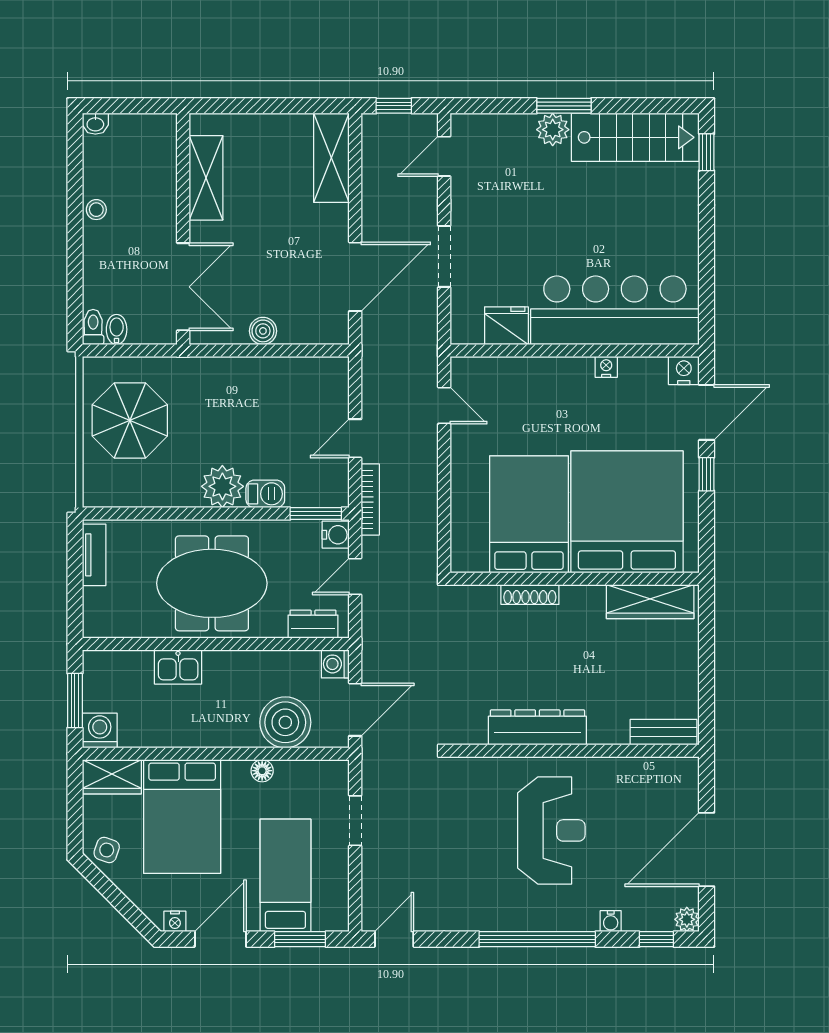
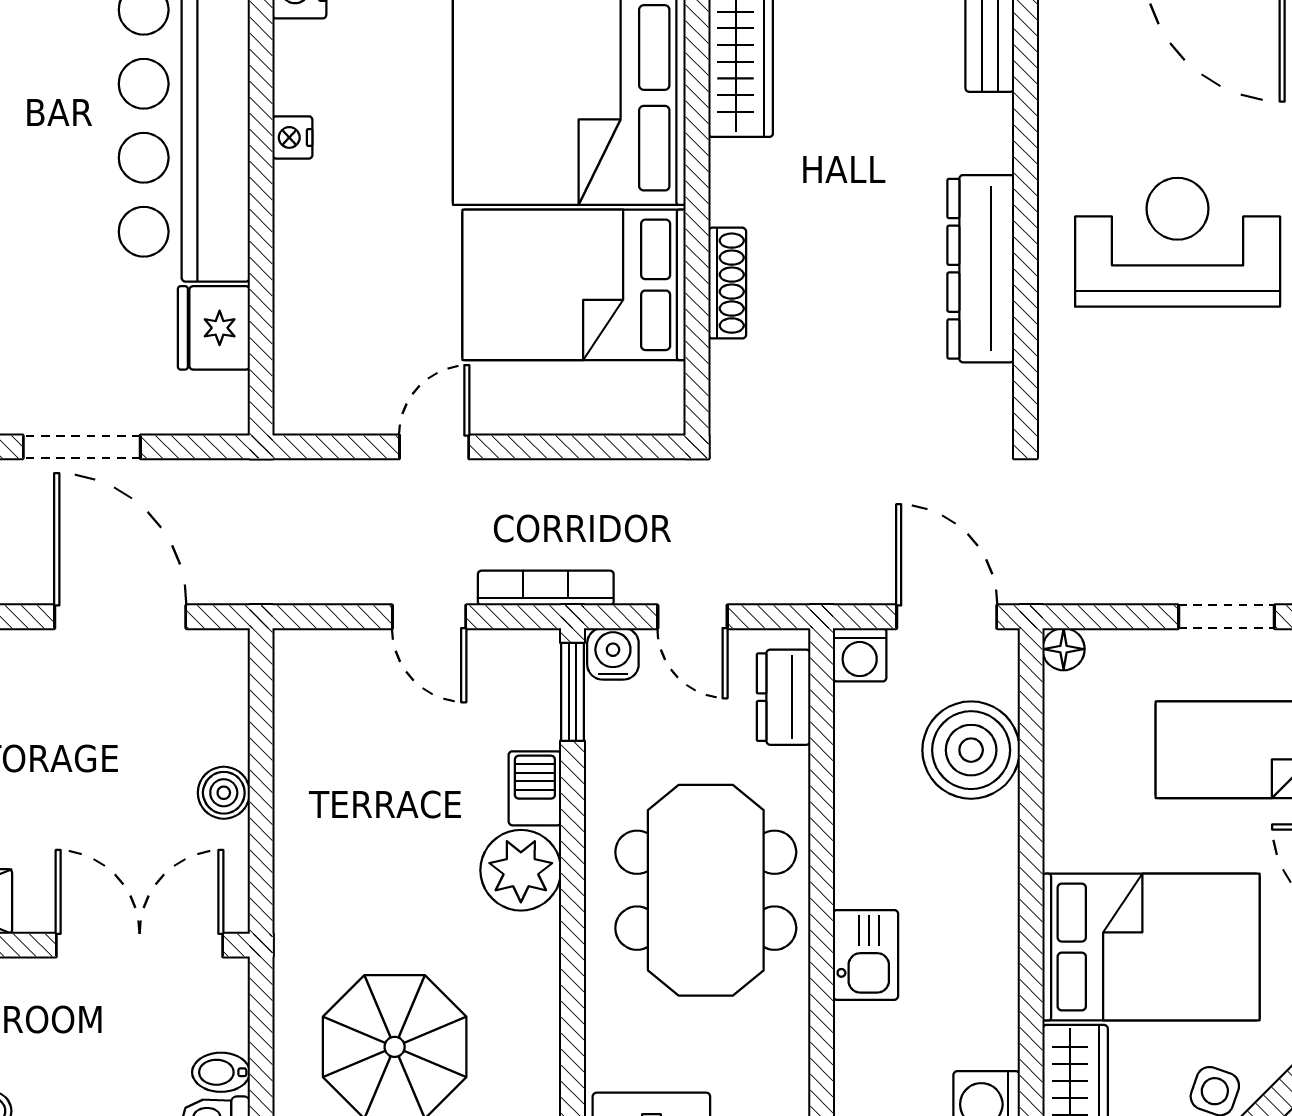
door: (444, 406) -> (434, 447), moved
floor lamp: (262, 771) -> (1064, 649), moved
doorway: (355, 821) -> (1226, 617), moved

